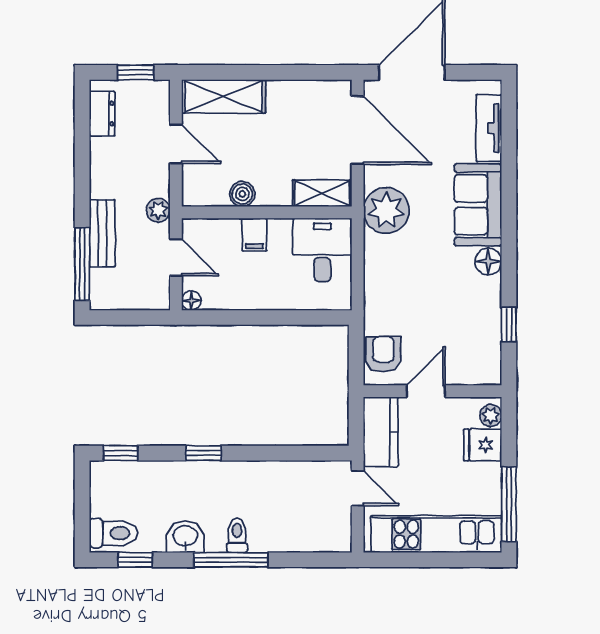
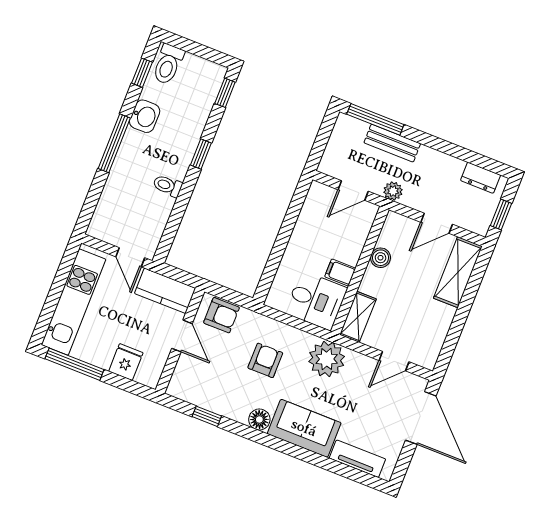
door: (358, 130) -> (394, 361), width x0.53
filing cabinet: (254, 235) -> (340, 272), moved
armchair: (416, 282) -> (265, 360), added
floor lamp: (191, 301) -> (317, 189), removed
plant: (491, 416) -> (145, 376), removed
door: (358, 488) -> (130, 257), hinge flipped
toilet: (237, 535) -> (168, 186), moved, turned 180

